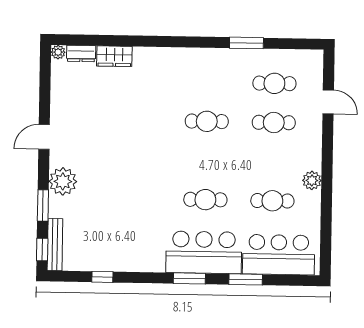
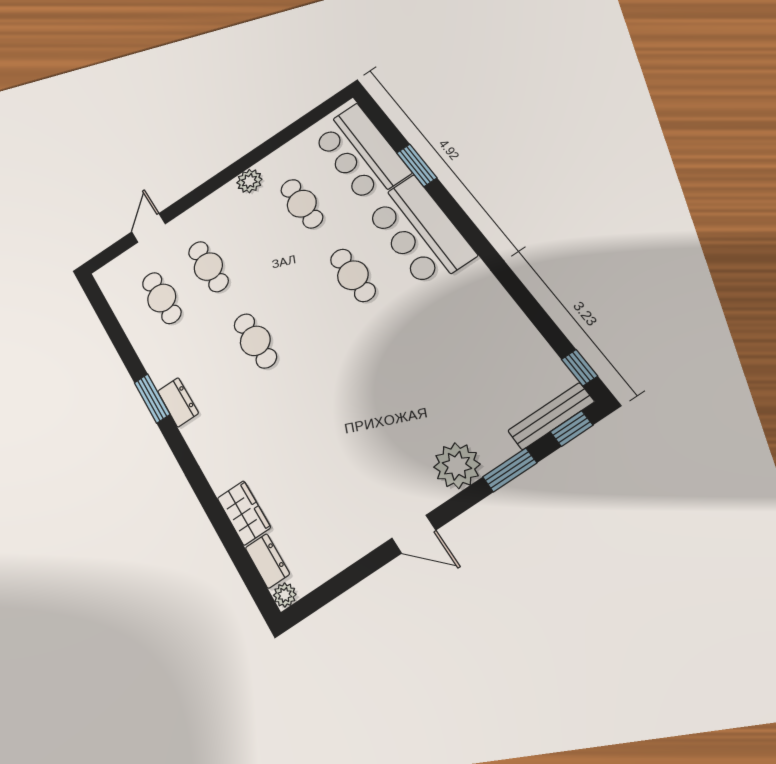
window: (246, 43) -> (152, 398), moved
dresser: (202, 56) -> (178, 402), added
window: (102, 277) -> (579, 368), moved
window: (189, 278) -> (464, 225), removed

